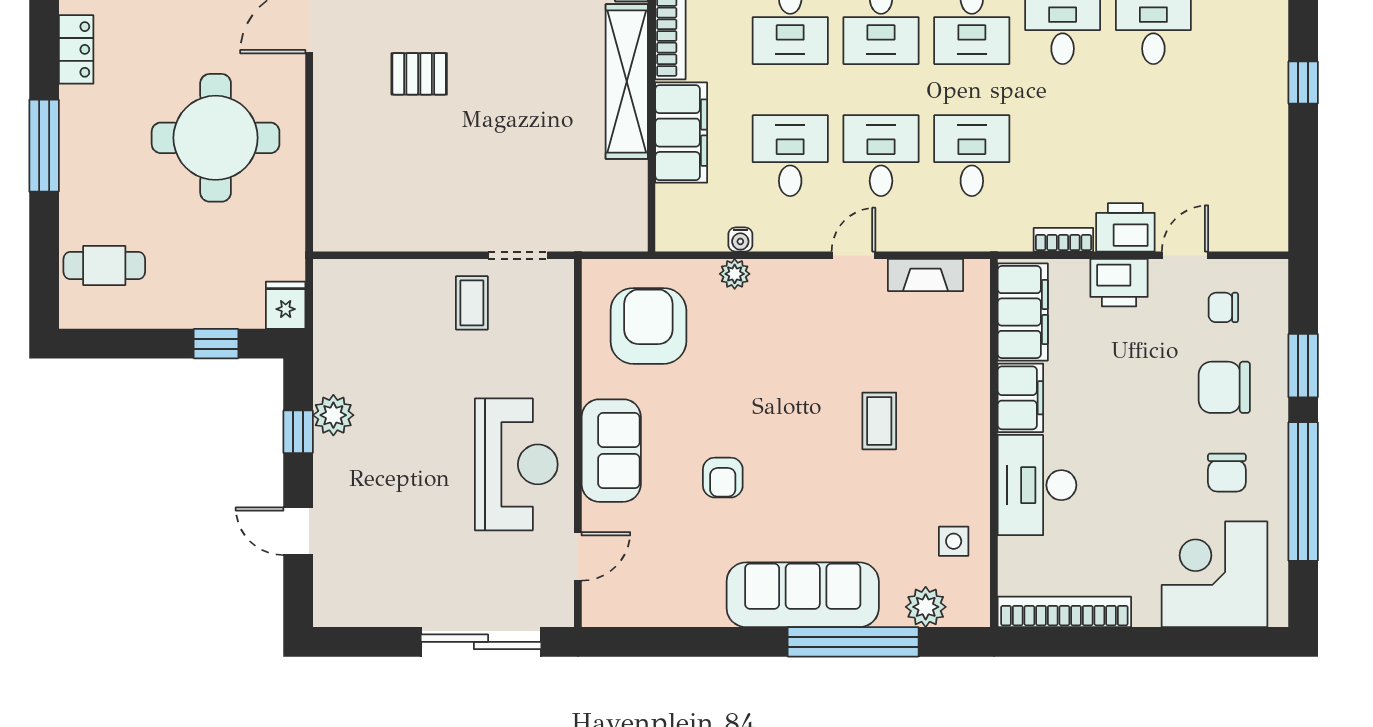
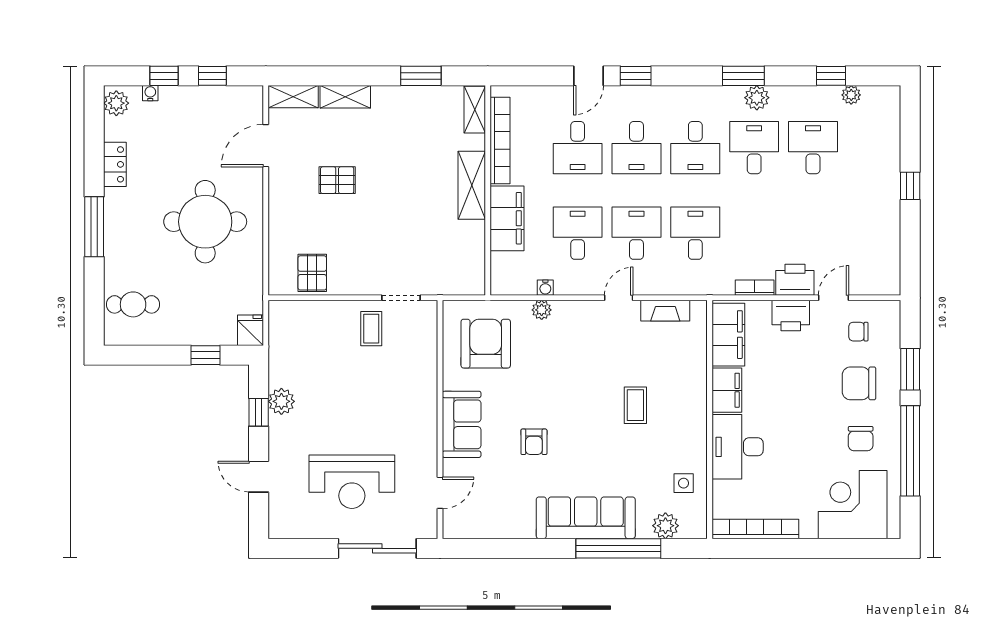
shelving: (627, 82) -> (472, 185), width x0.68
pallet: (381, 217) -> (312, 273), added
reception desk: (516, 464) -> (352, 482), moved, turned 90

